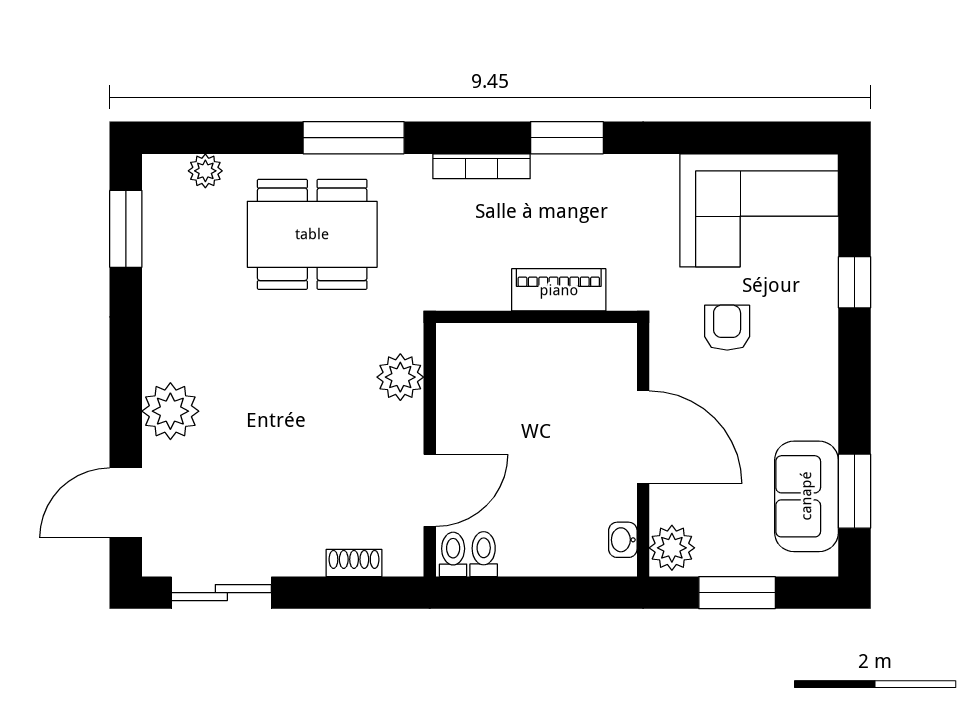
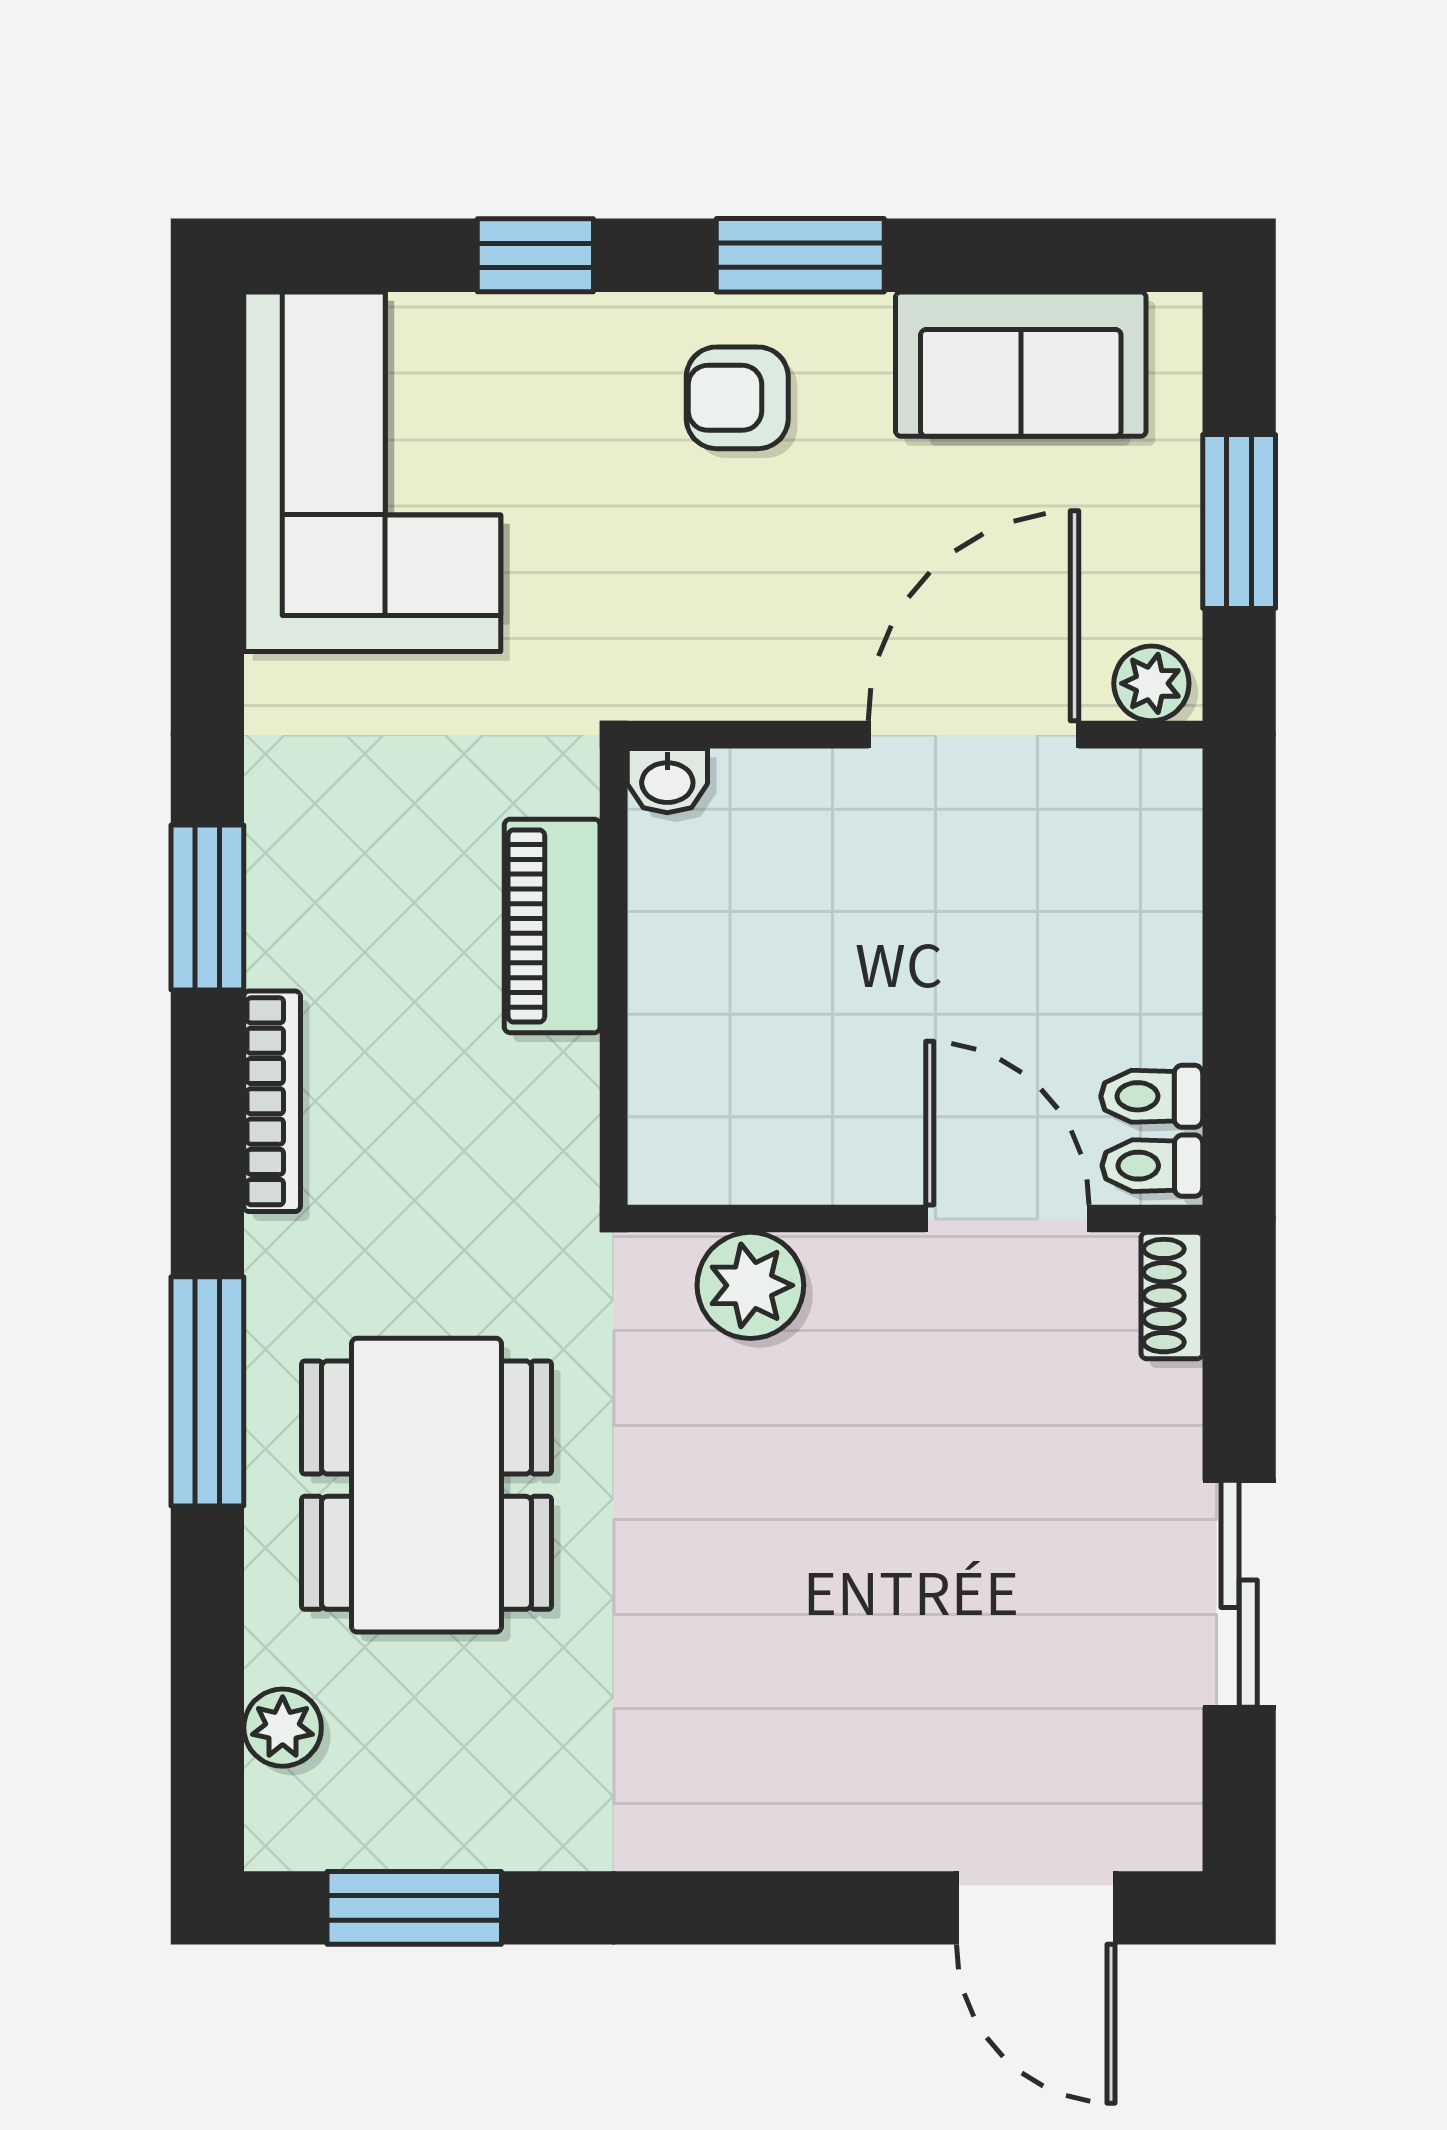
armchair: (727, 328) -> (737, 398), moved
plant: (170, 411) -> (828, 1807), removed
door: (643, 437) -> (973, 735), moved
window: (855, 491) -> (800, 255), moved
washbasin: (623, 540) -> (667, 781), moved
plant: (672, 548) -> (1151, 683), width x0.73, depth x0.73
shoe rack: (354, 563) -> (1172, 1296), moved
sliding door: (221, 593) -> (1239, 1594), moved

